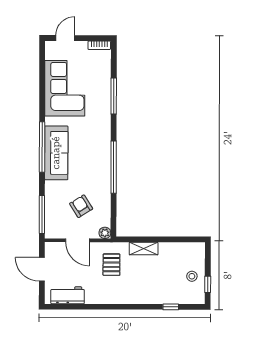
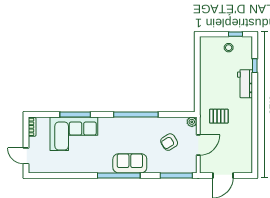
corner sofa: (65, 88) -> (74, 134), moved, turned 180
sofa: (56, 153) -> (130, 163), width x0.73
shelving: (144, 249) -> (205, 89), removed
workbench: (68, 295) -> (245, 84), moved

